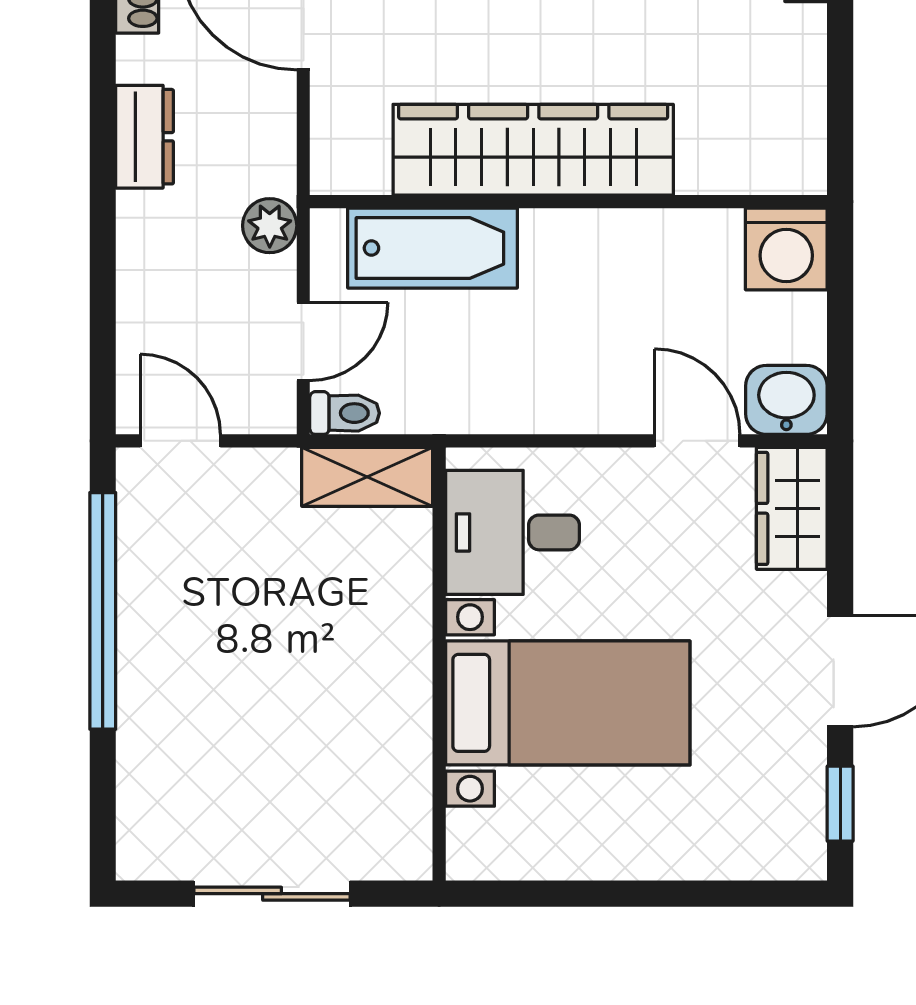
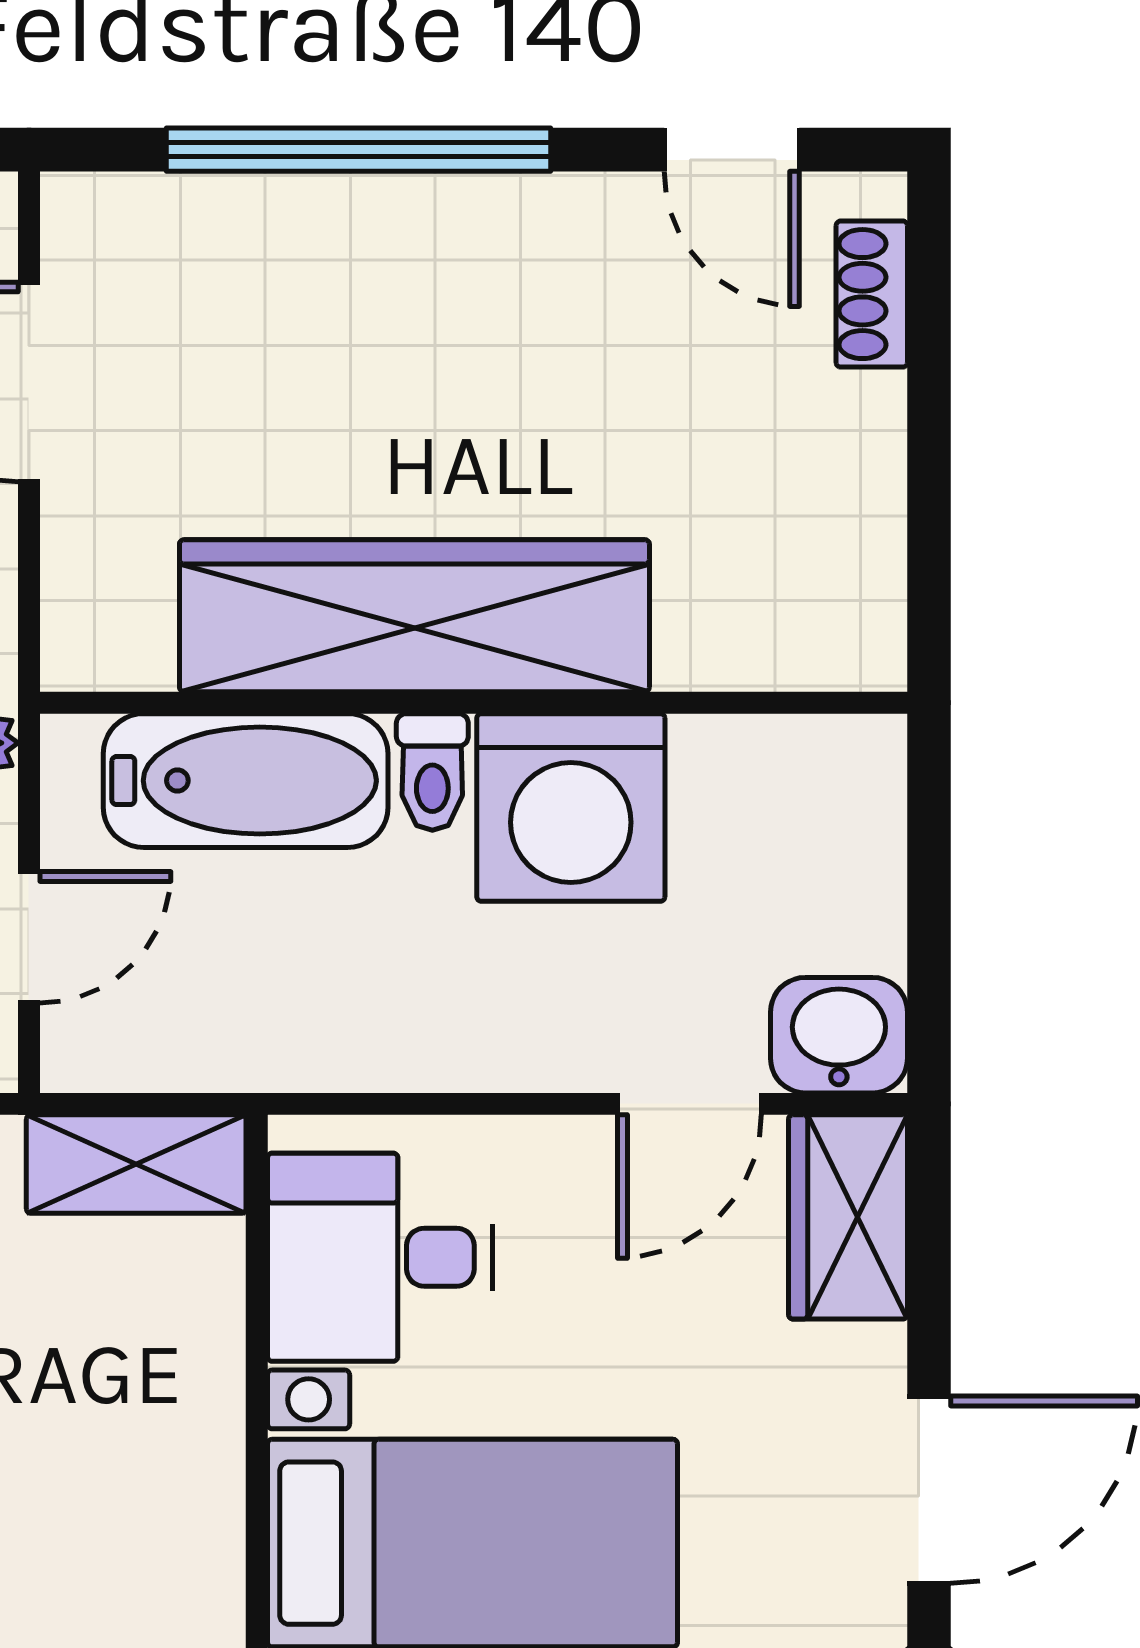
washing machine: (786, 249) -> (571, 807), moved, width x1.37, depth x1.37
toilet: (345, 413) -> (432, 772), moved, turned 90
door: (697, 441) -> (689, 1104), swing flipped

